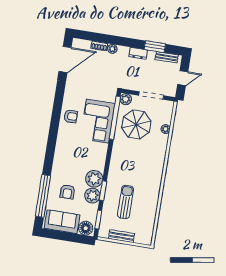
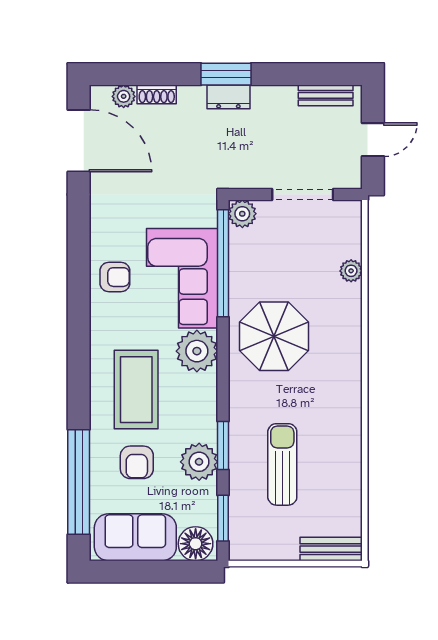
window: (155, 47) -> (226, 74), moved
plant: (112, 49) -> (124, 96), moved
dresser: (138, 53) -> (228, 97), moved
door: (65, 59) -> (79, 141), hinge flipped
parasol: (136, 124) -> (274, 336), moved
coffee table: (72, 163) -> (136, 390), added
plant: (94, 179) -> (197, 351), moved
bench: (121, 236) -> (331, 549), moved

